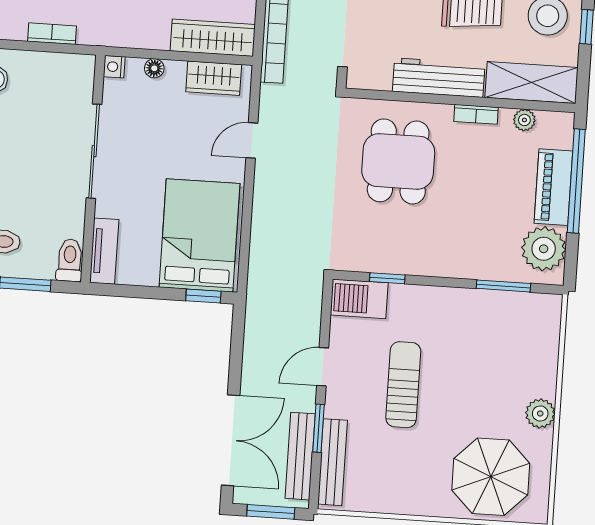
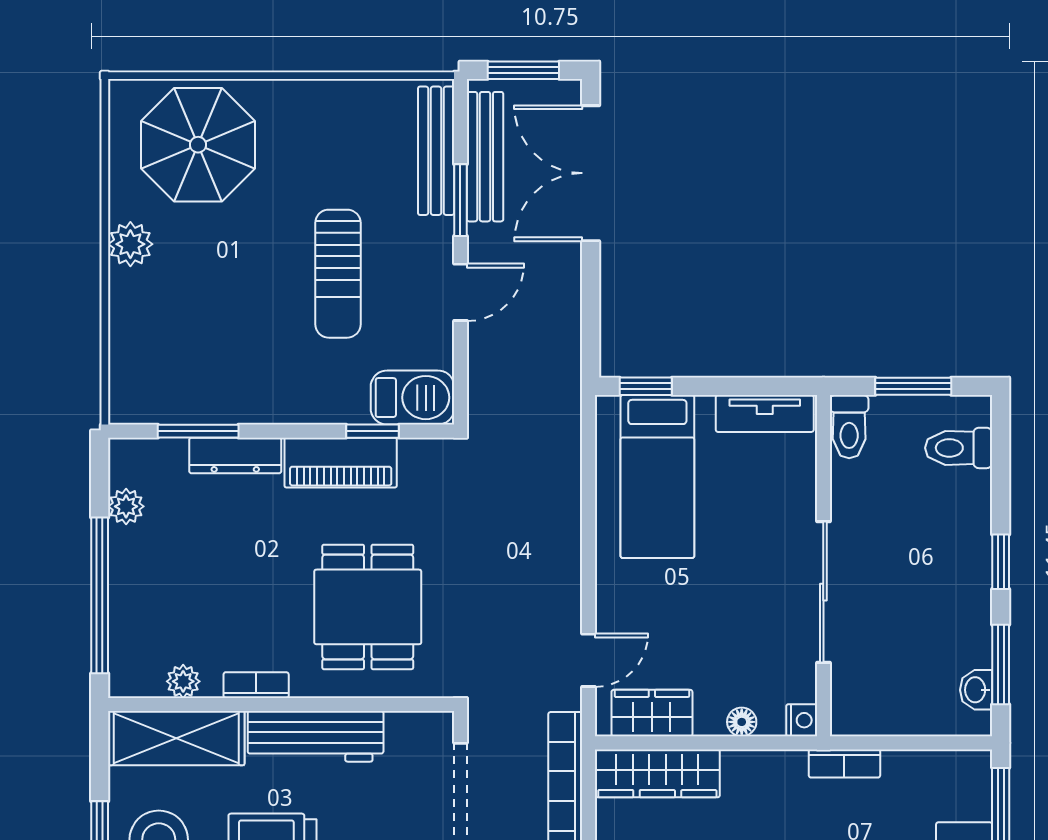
bookcase: (52, 34) -> (844, 763), moved
door: (252, 140) -> (589, 660), moved
piano: (553, 187) -> (341, 463), moved, turned 90
bed: (200, 235) -> (657, 476), width x0.67
plant: (544, 249) -> (126, 506), width x0.53, depth x0.53
tv unit: (104, 251) -> (765, 413), moved, turned -90
dresser: (480, 268) -> (235, 455), added

